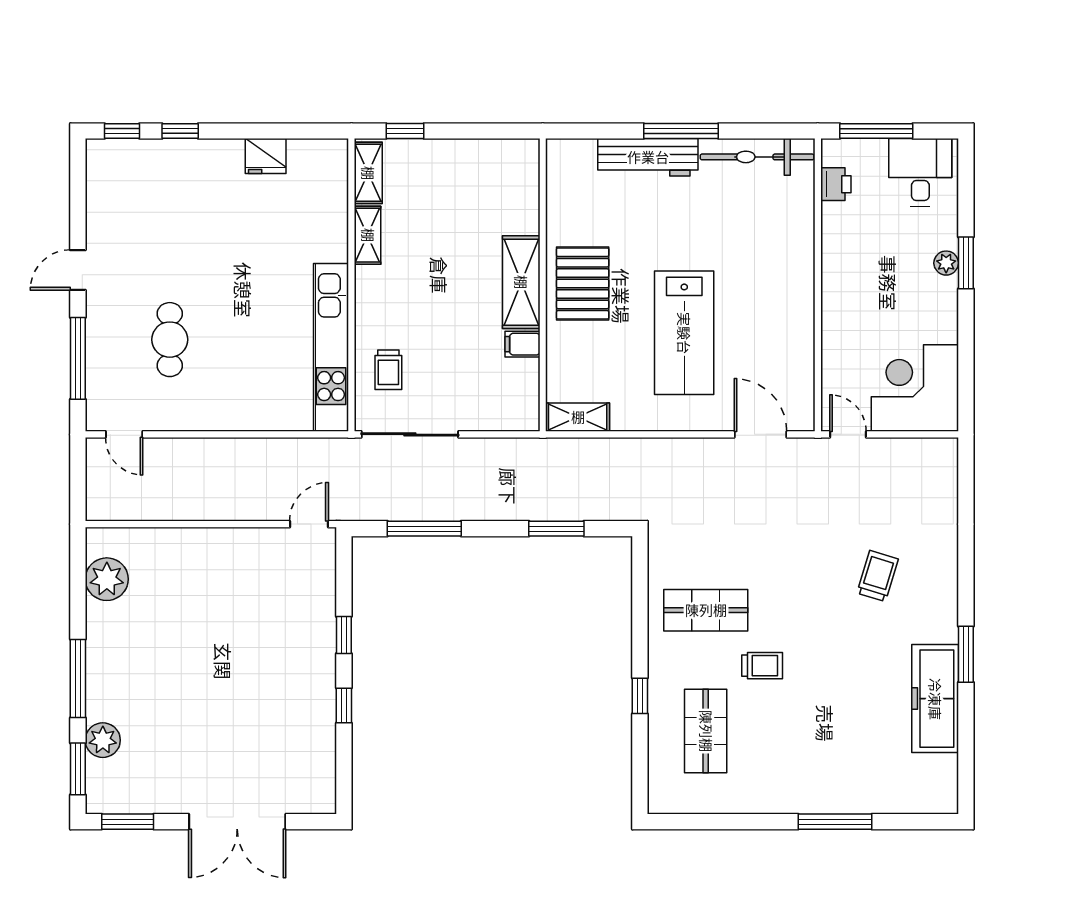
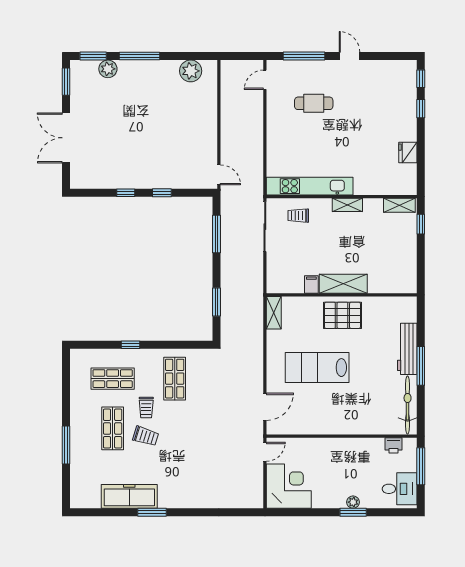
shelving: (368, 235) -> (347, 205), moved
trolley: (878, 576) -> (146, 436), moved
shop shelf: (803, 731) -> (113, 428), added

